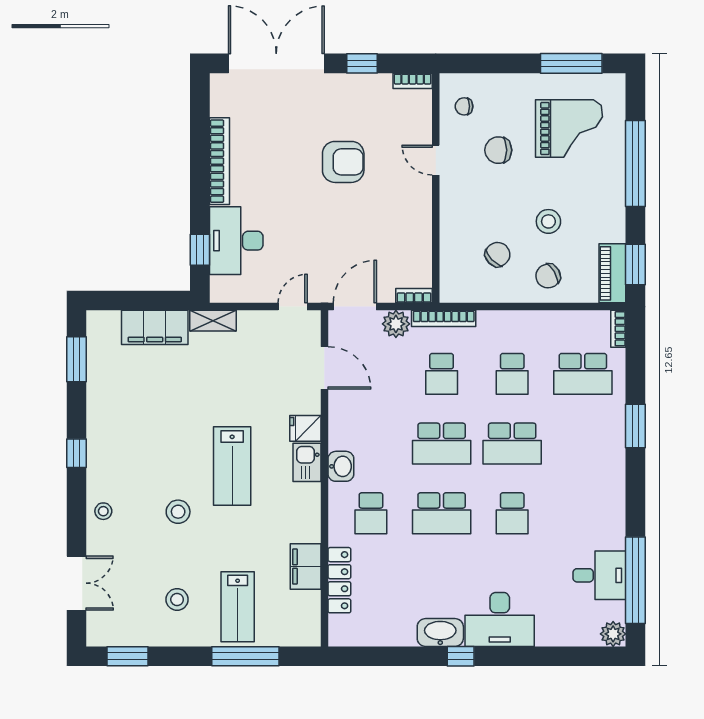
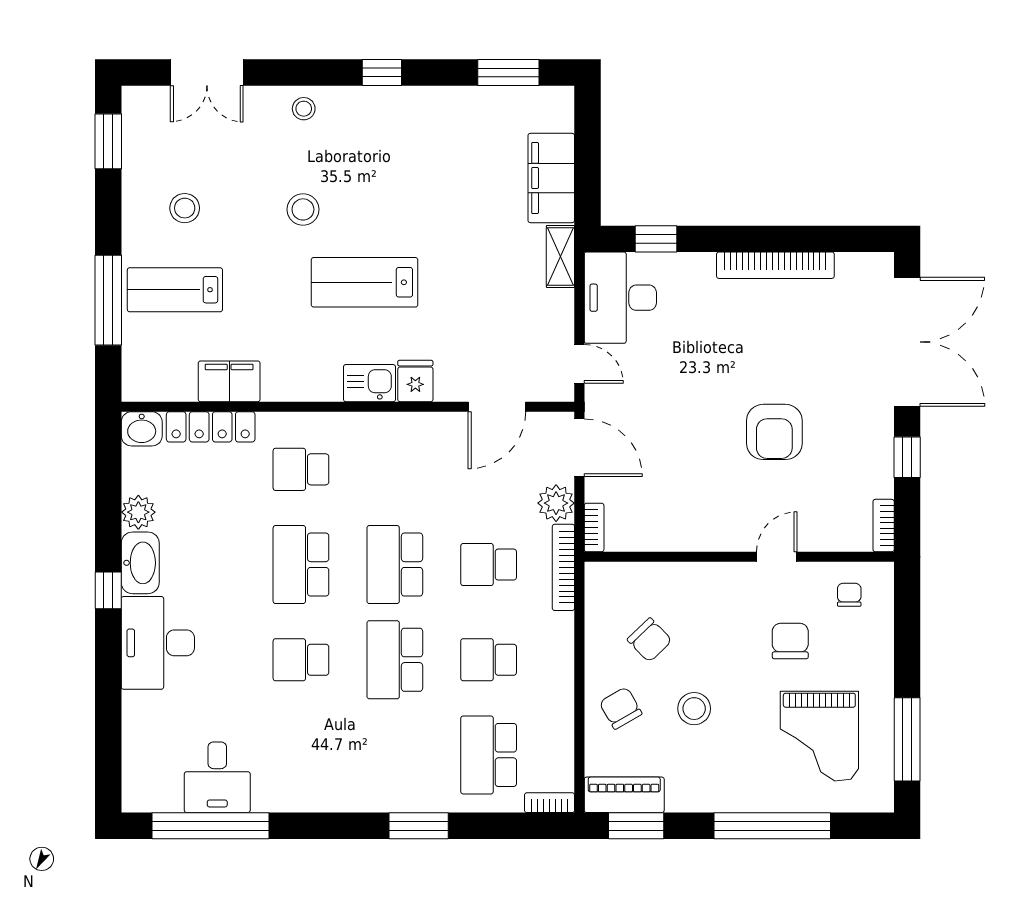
desk: (236, 241) -> (620, 298), moved, turned -90
washbasin: (341, 466) -> (142, 429), moved
plant: (613, 634) -> (138, 512), moved

